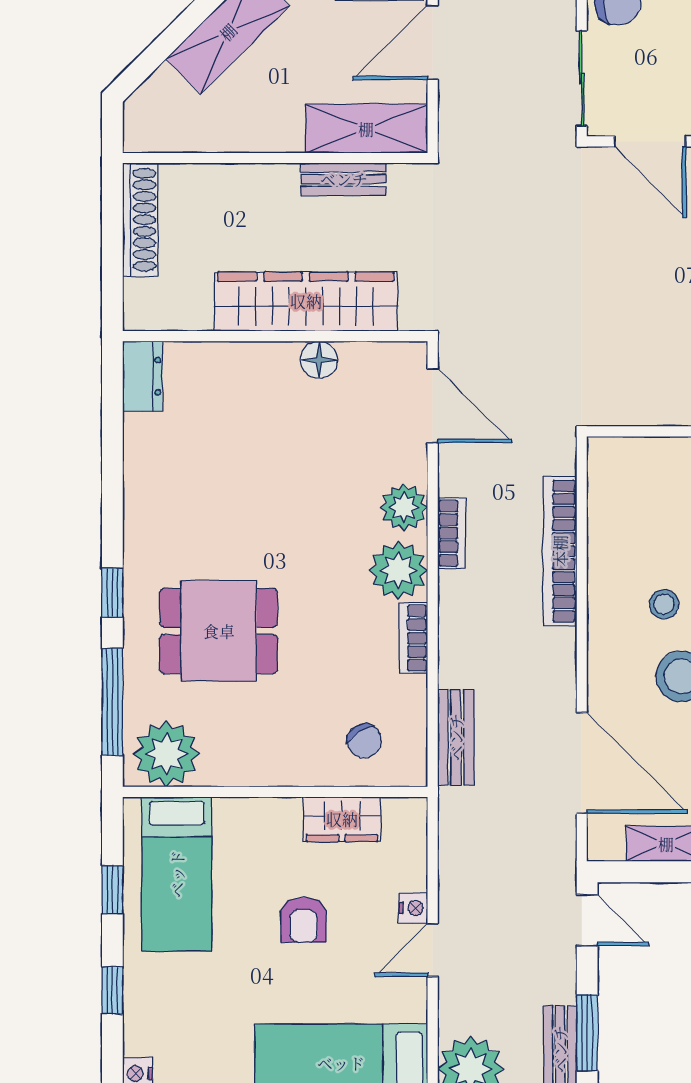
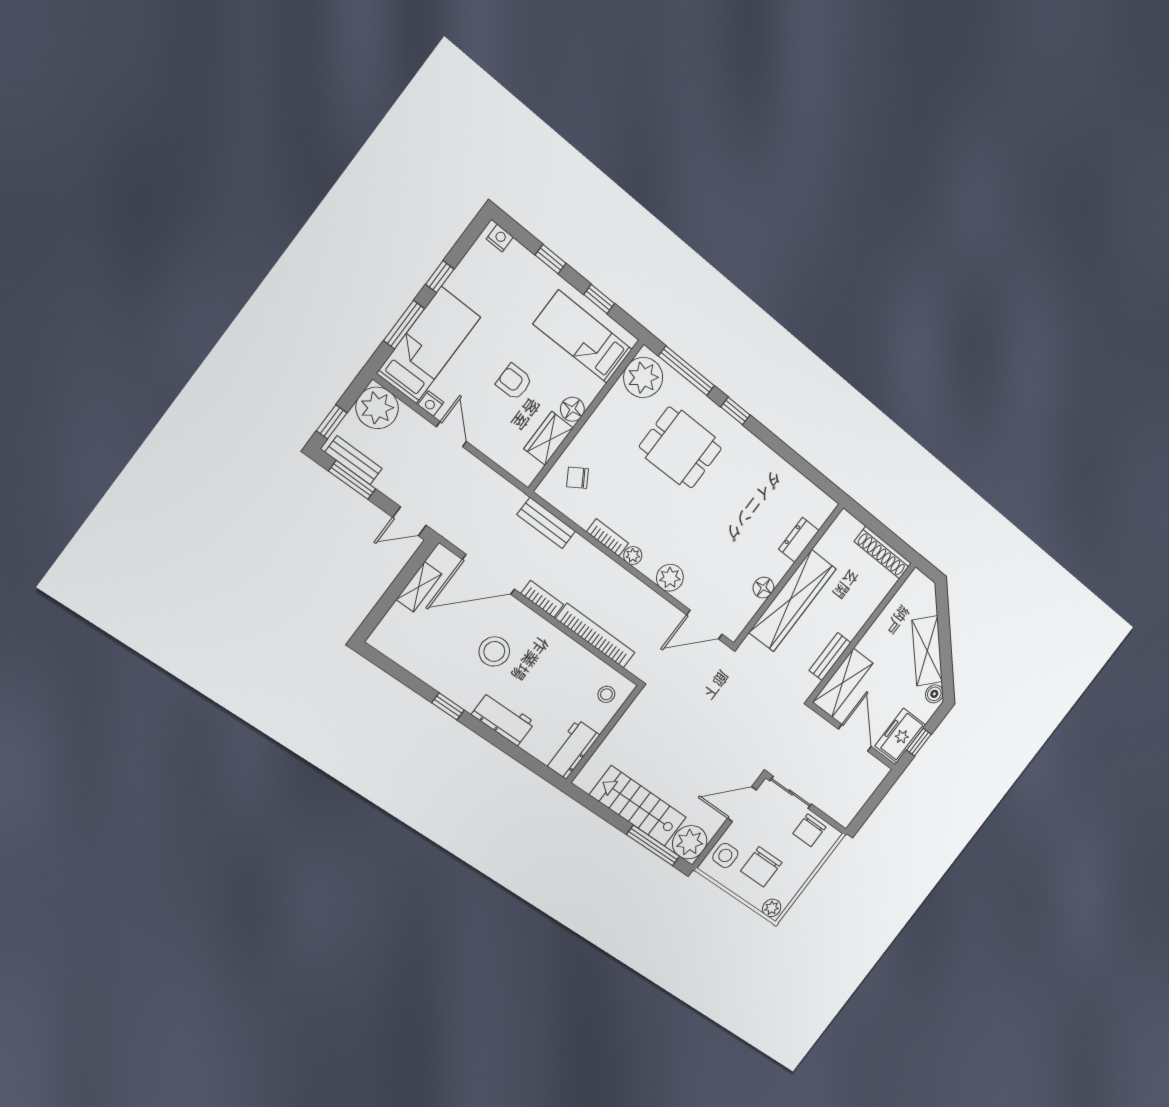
dresser: (142, 376) -> (799, 540), moved, turned 90
bookcase: (452, 533) -> (542, 599), moved, turned 180
plant: (398, 570) -> (633, 555), width x0.53, depth x0.53
stool: (664, 604) -> (606, 694), moved
dining table: (219, 631) -> (680, 448), turned 90
floor lamp: (280, 817) -> (572, 409), added
nightstand: (413, 908) -> (431, 404), moved

